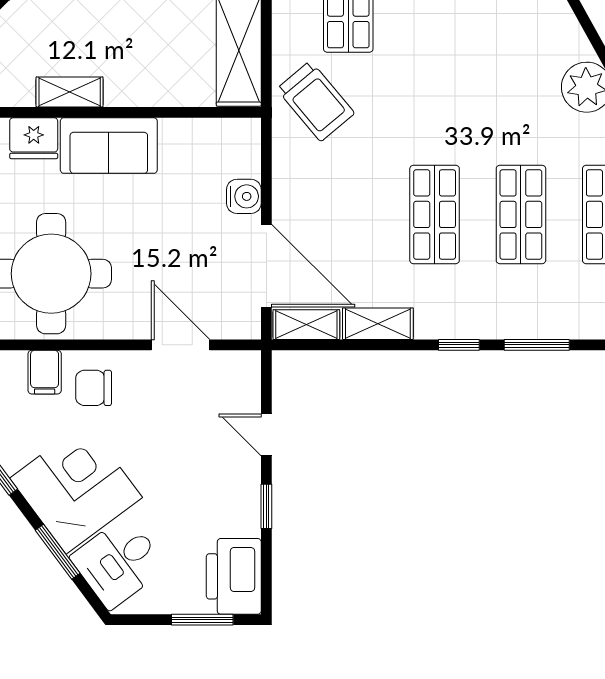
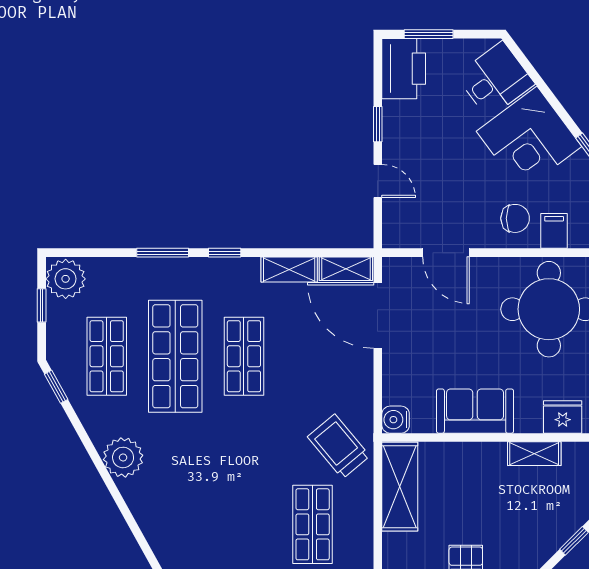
sofa: (109, 146) -> (475, 411), moved
water cooler: (244, 196) -> (396, 420), moved
shop shelf: (521, 214) -> (175, 356), width x1.43, depth x1.36
window: (58, 552) -> (544, 88), removed

